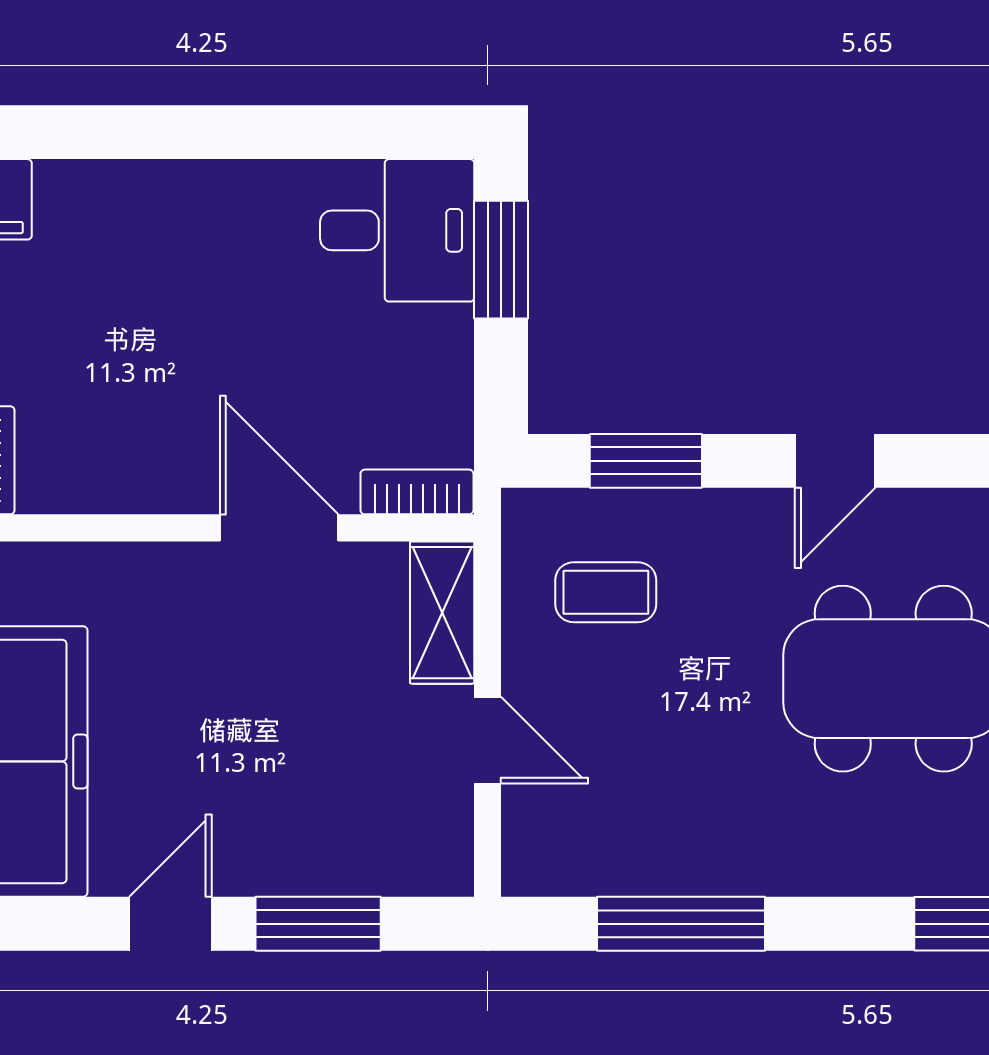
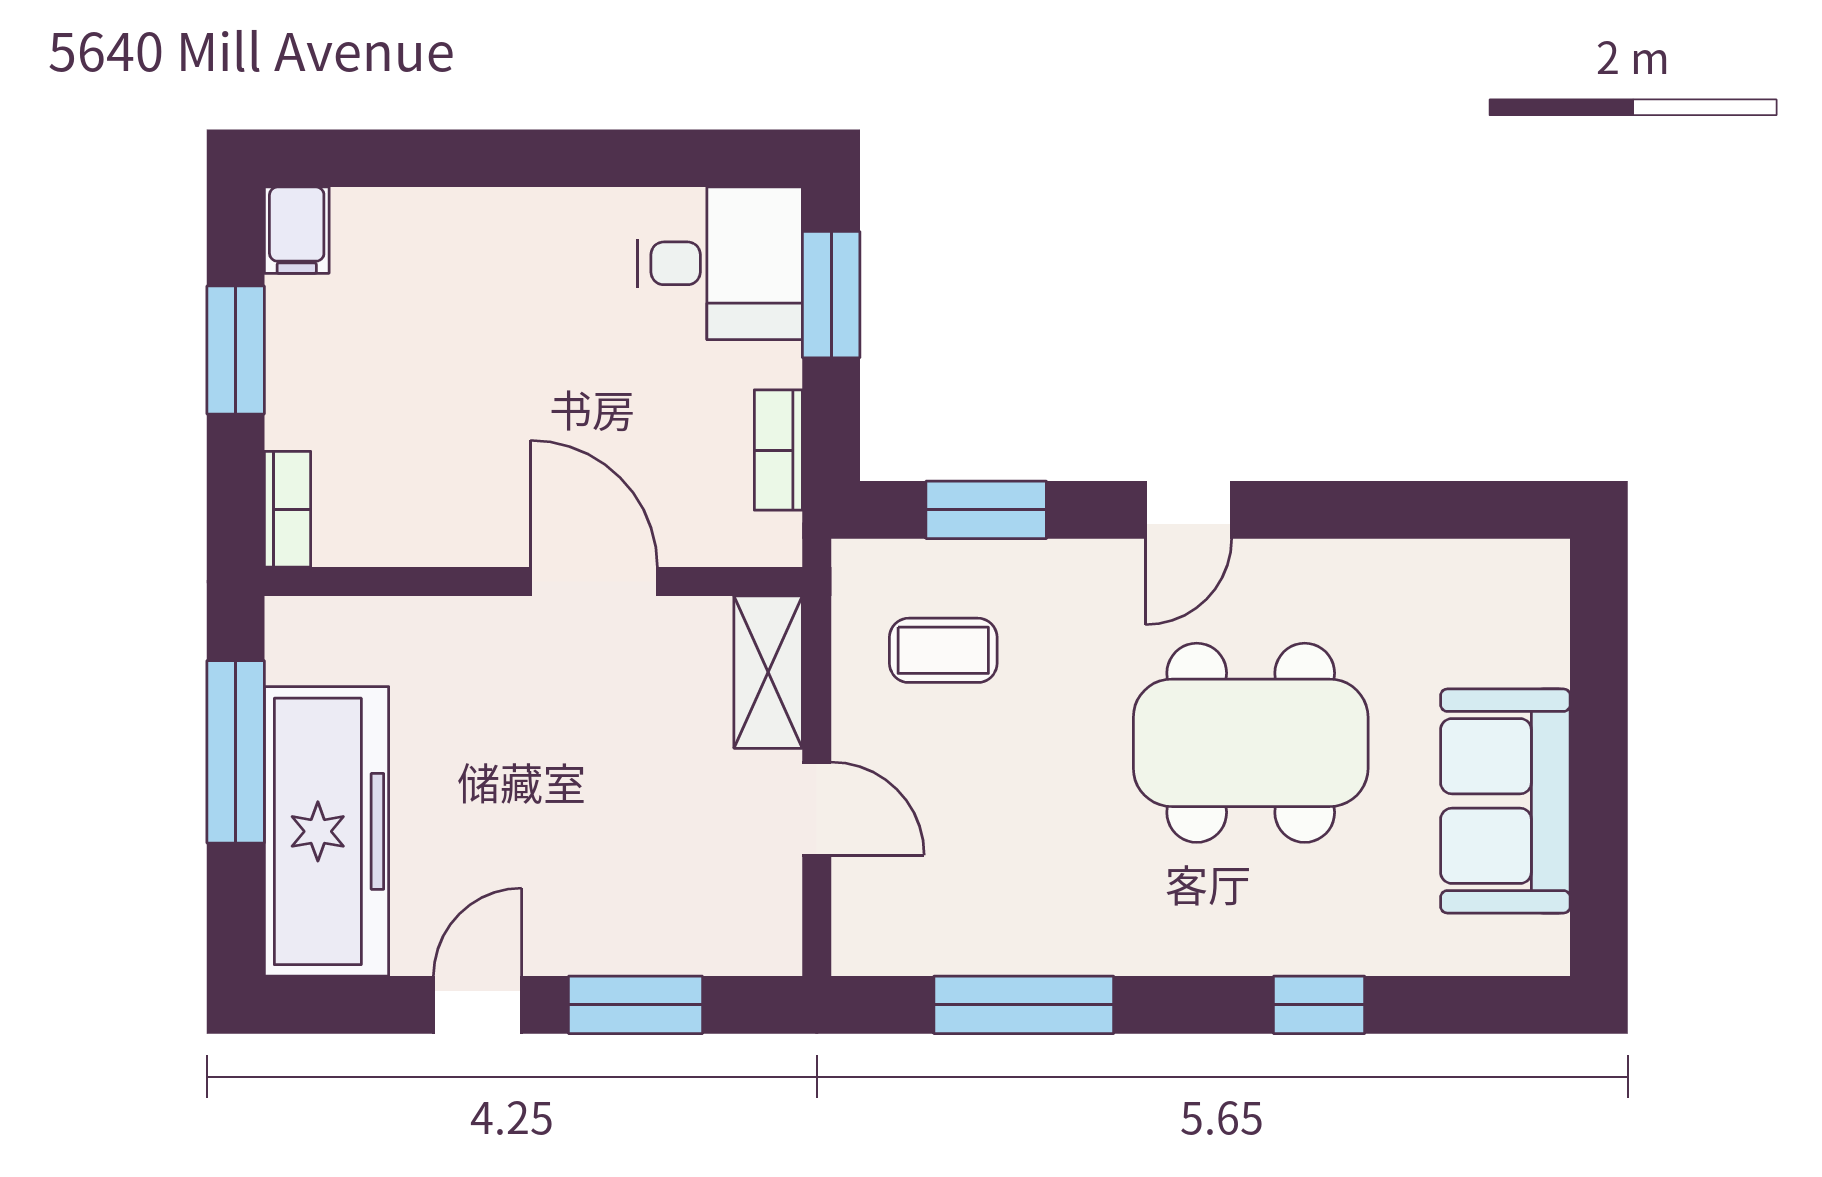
bookcase: (417, 492) -> (778, 450), moved, turned -90

